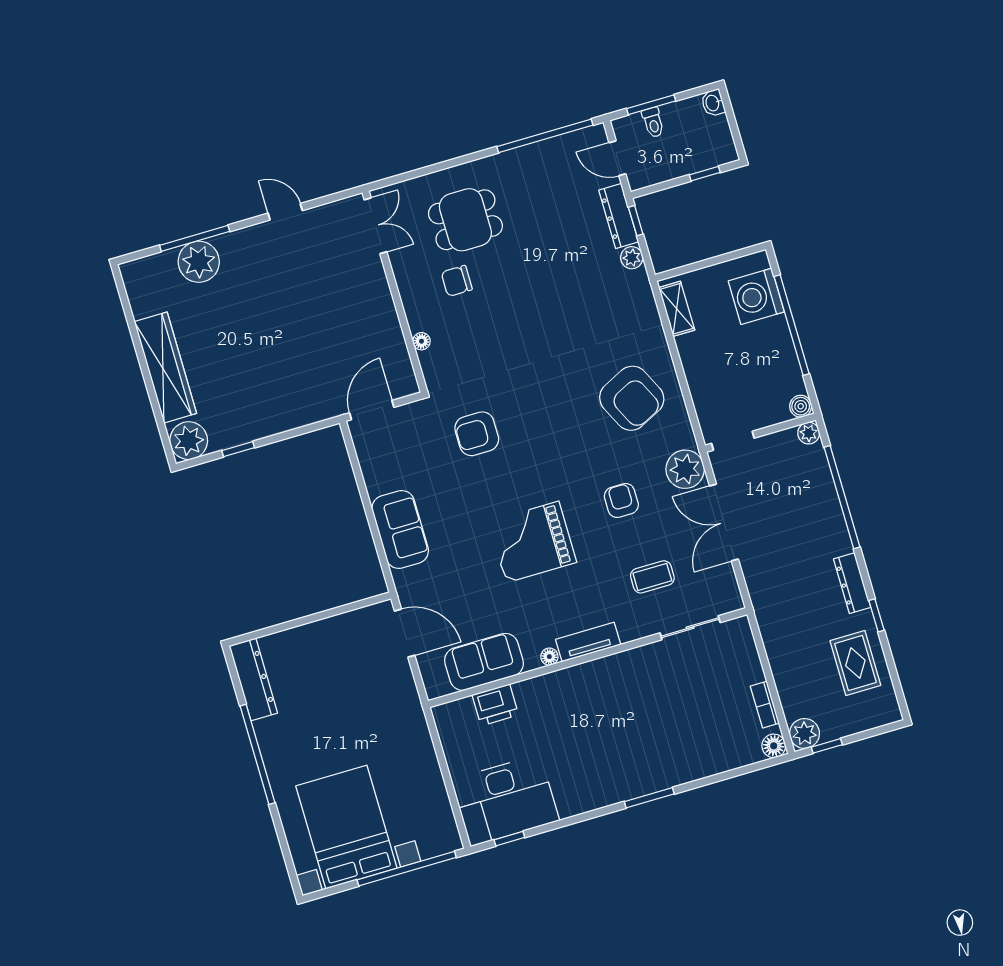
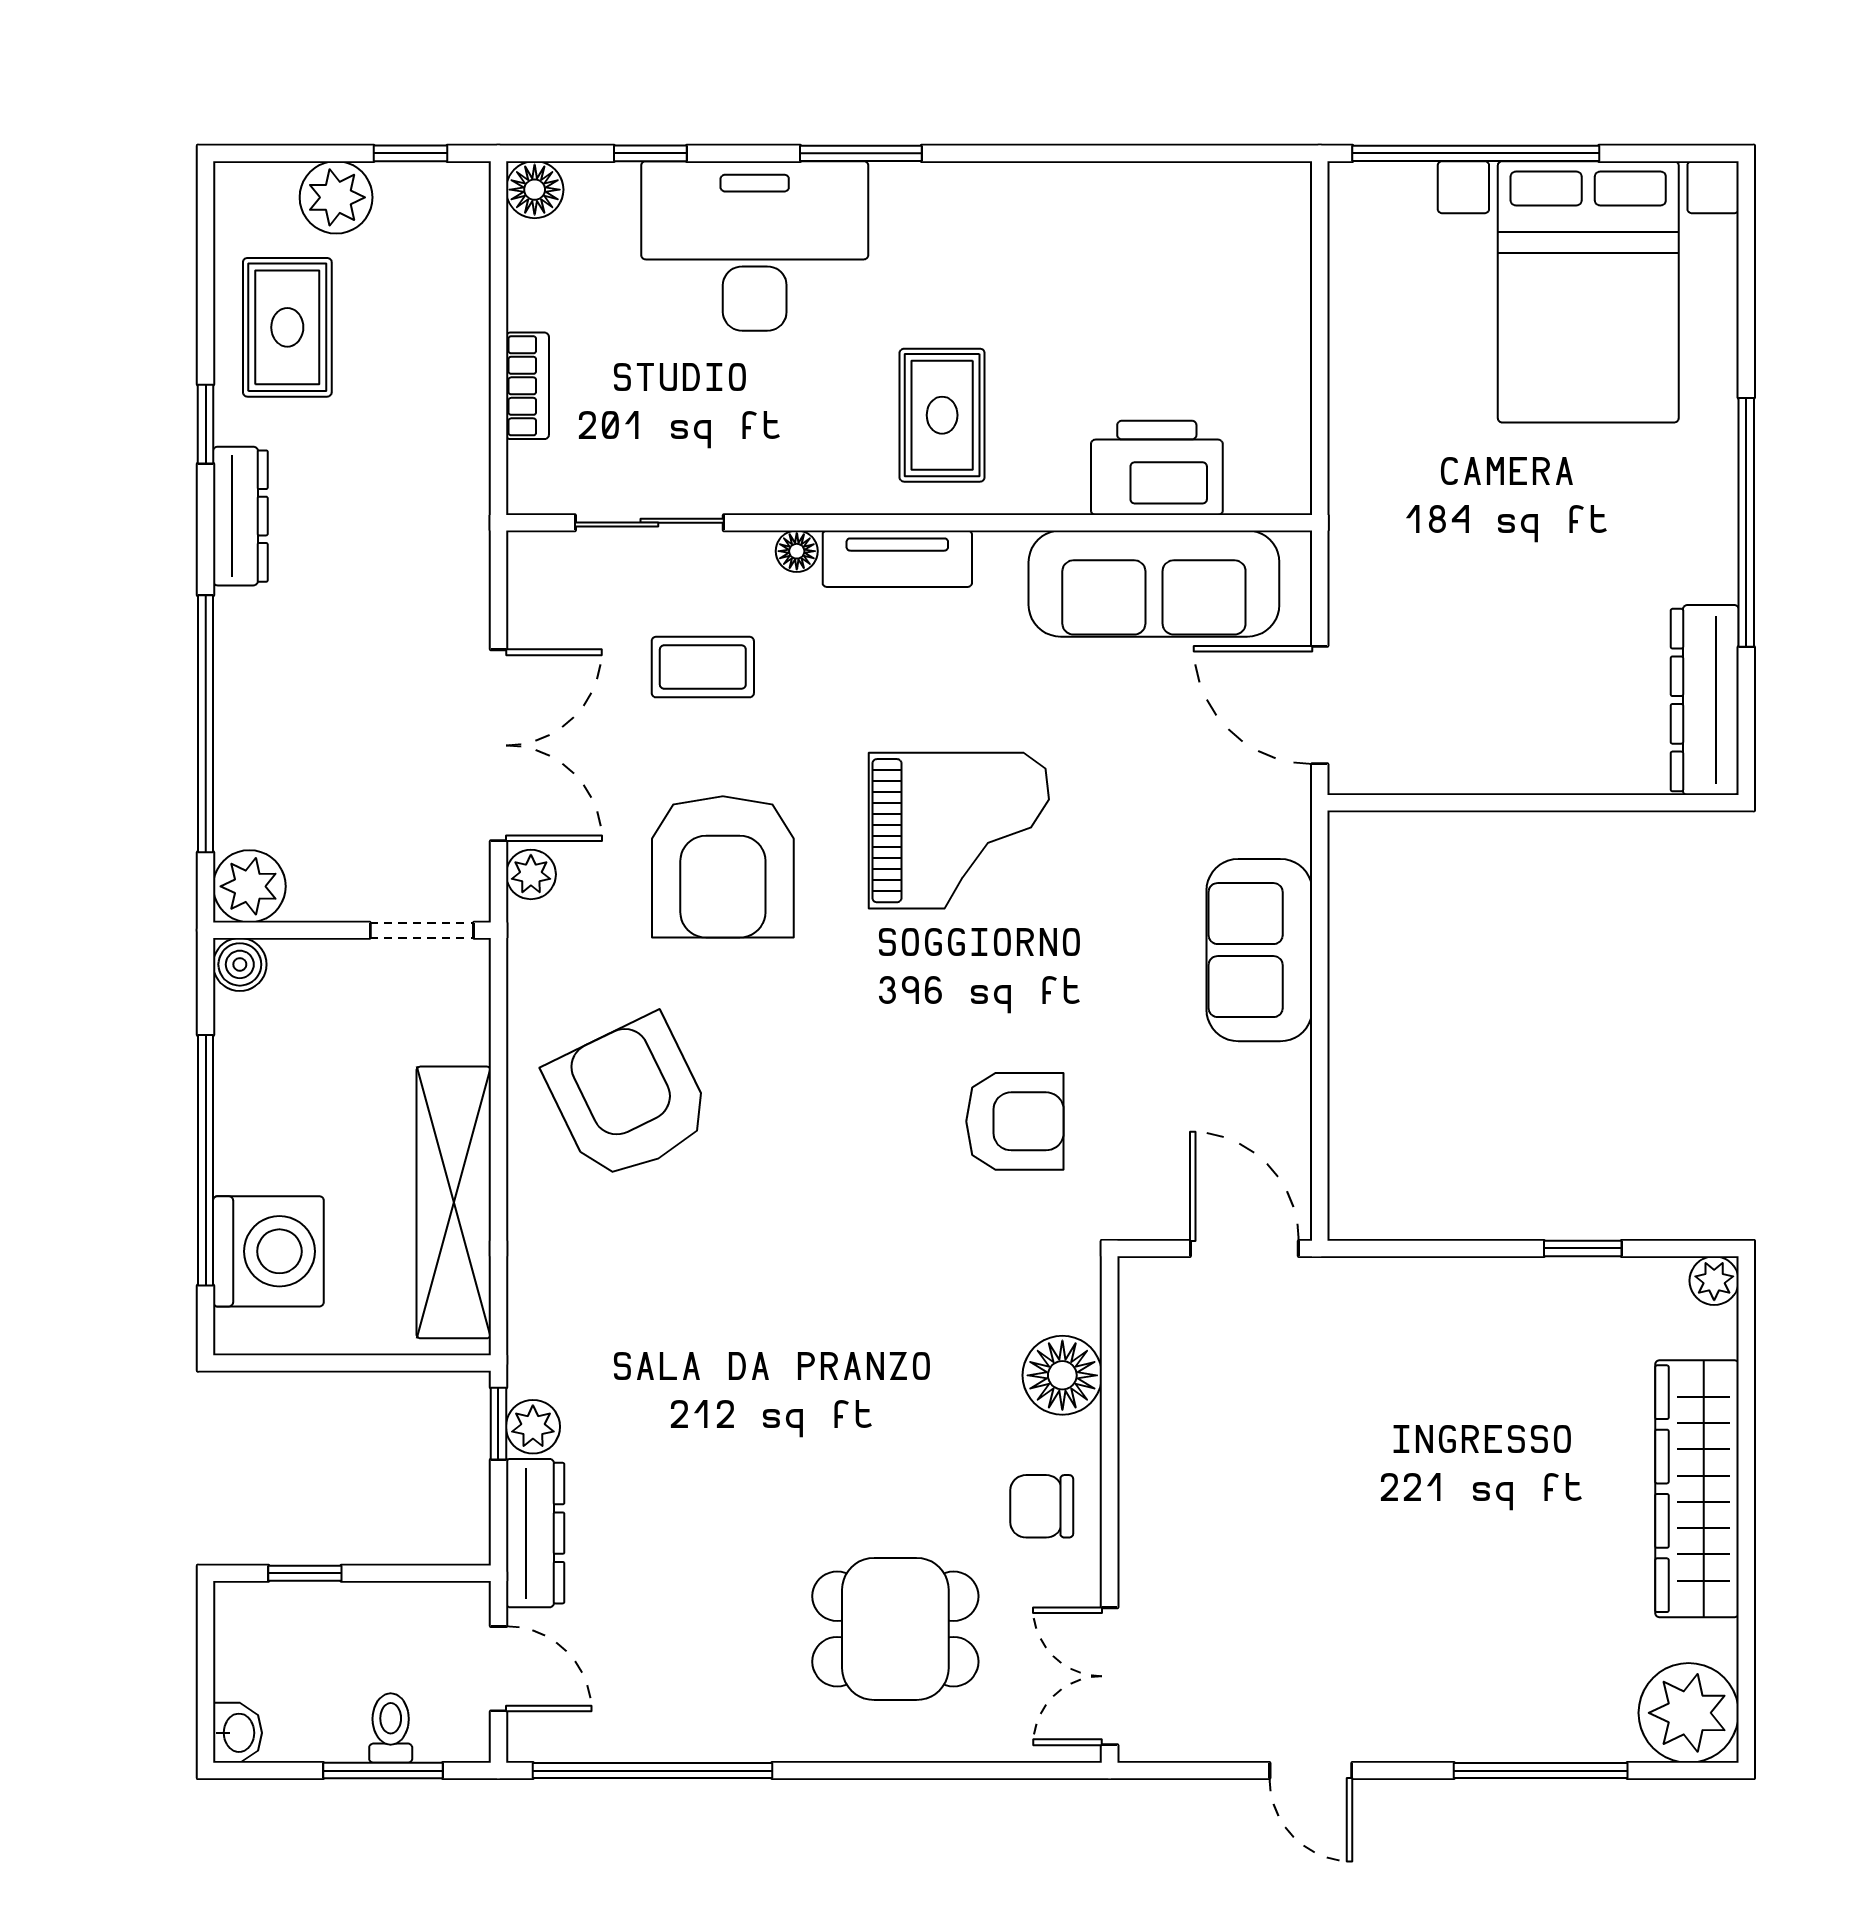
window: (636, 221) -> (498, 1424), moved
plant: (199, 262) -> (1689, 1713), moved
chair: (457, 281) -> (1042, 1506), moved, turned 180
shelving: (677, 309) -> (454, 1202), width x2.20, depth x1.33
floor lamp: (421, 341) -> (1062, 1375), width x1.89, depth x1.89
door: (372, 410) -> (1244, 1248), swing flipped
plant: (809, 433) -> (249, 886), width x1.38, depth x1.38
plant: (189, 441) -> (1714, 1281), width x0.53, depth x0.53
plant: (685, 469) -> (531, 874), width x0.53, depth x0.53
armchair: (621, 500) -> (723, 867), width x1.88, depth x1.88
floor lamp: (549, 657) -> (797, 551), moved
sofa: (484, 662) -> (1154, 584), width x1.36
rug: (587, 704) -> (942, 415), added
printer: (495, 705) -> (1157, 468), width x1.37, depth x1.19
bookcase: (765, 705) -> (527, 386), moved
plant: (804, 734) -> (336, 197), moved
desk: (505, 800) -> (755, 246), moved
window: (509, 839) -> (650, 153), moved

